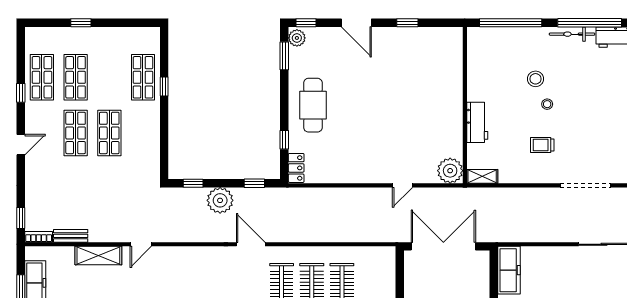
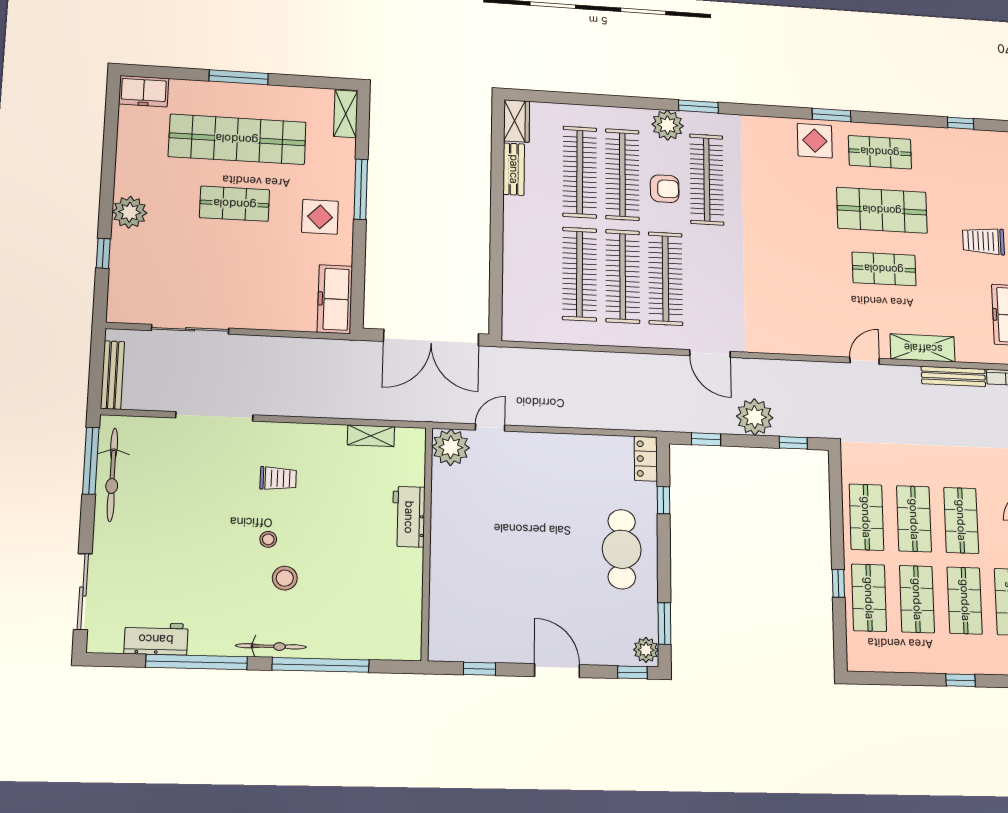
bicycle: (572, 34) -> (271, 646), moved
shop shelf: (109, 77) -> (917, 599), added
wall: (465, 105) -> (427, 543), moved
workbench: (477, 122) -> (409, 517), moved
shop shelf: (143, 133) -> (866, 517), added
plant: (450, 171) -> (451, 447), moved
bench: (71, 236) -> (953, 376), width x1.36

